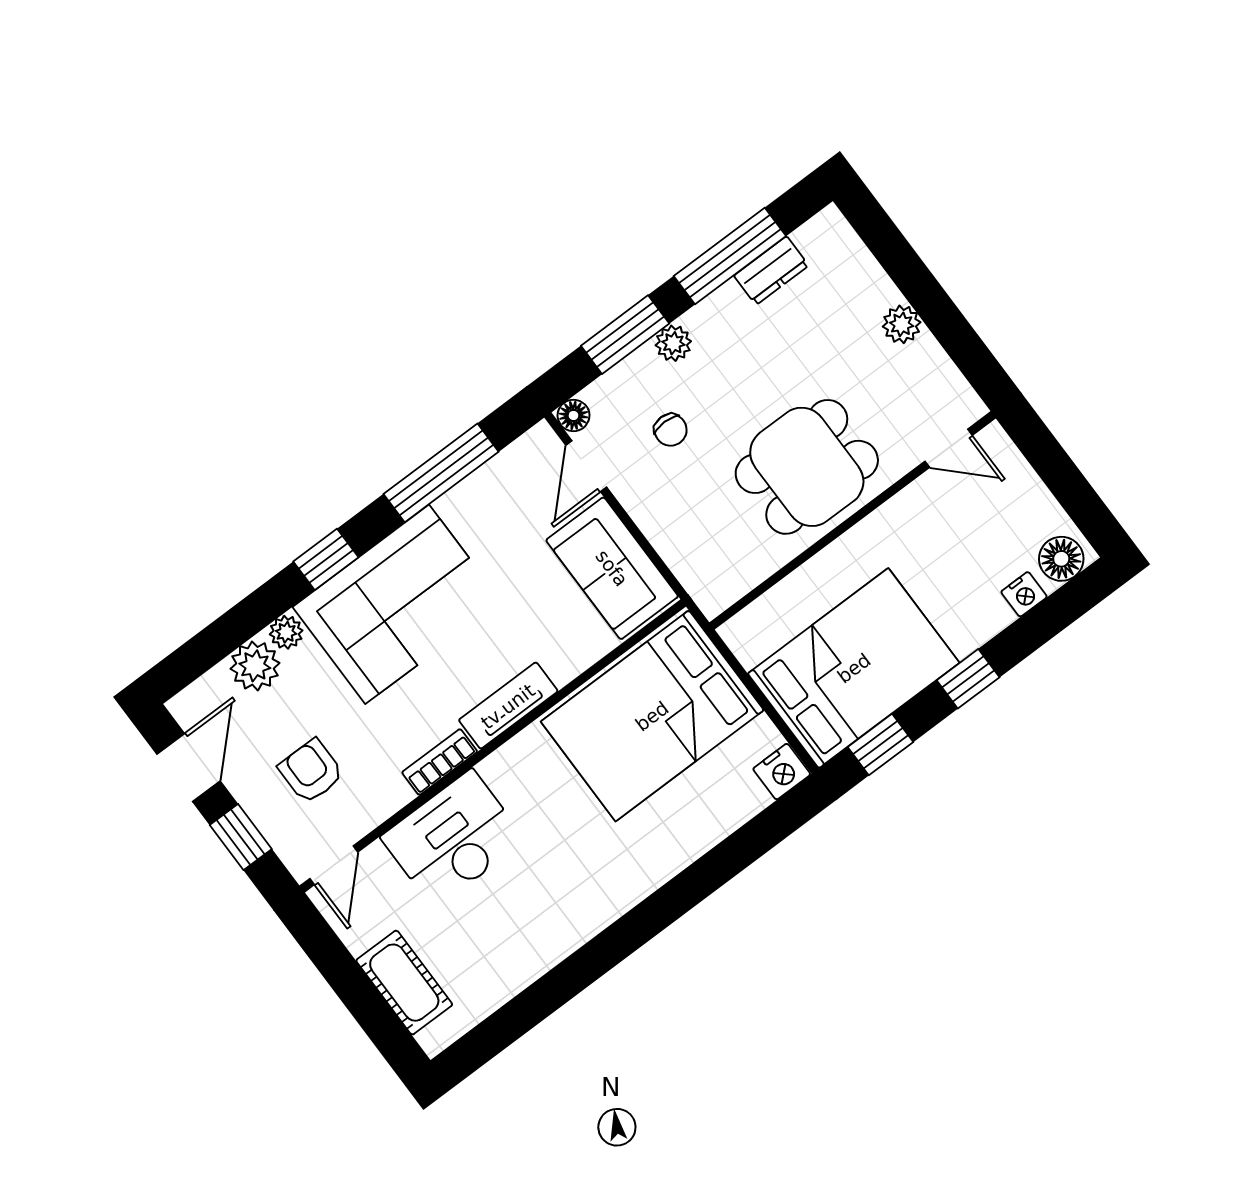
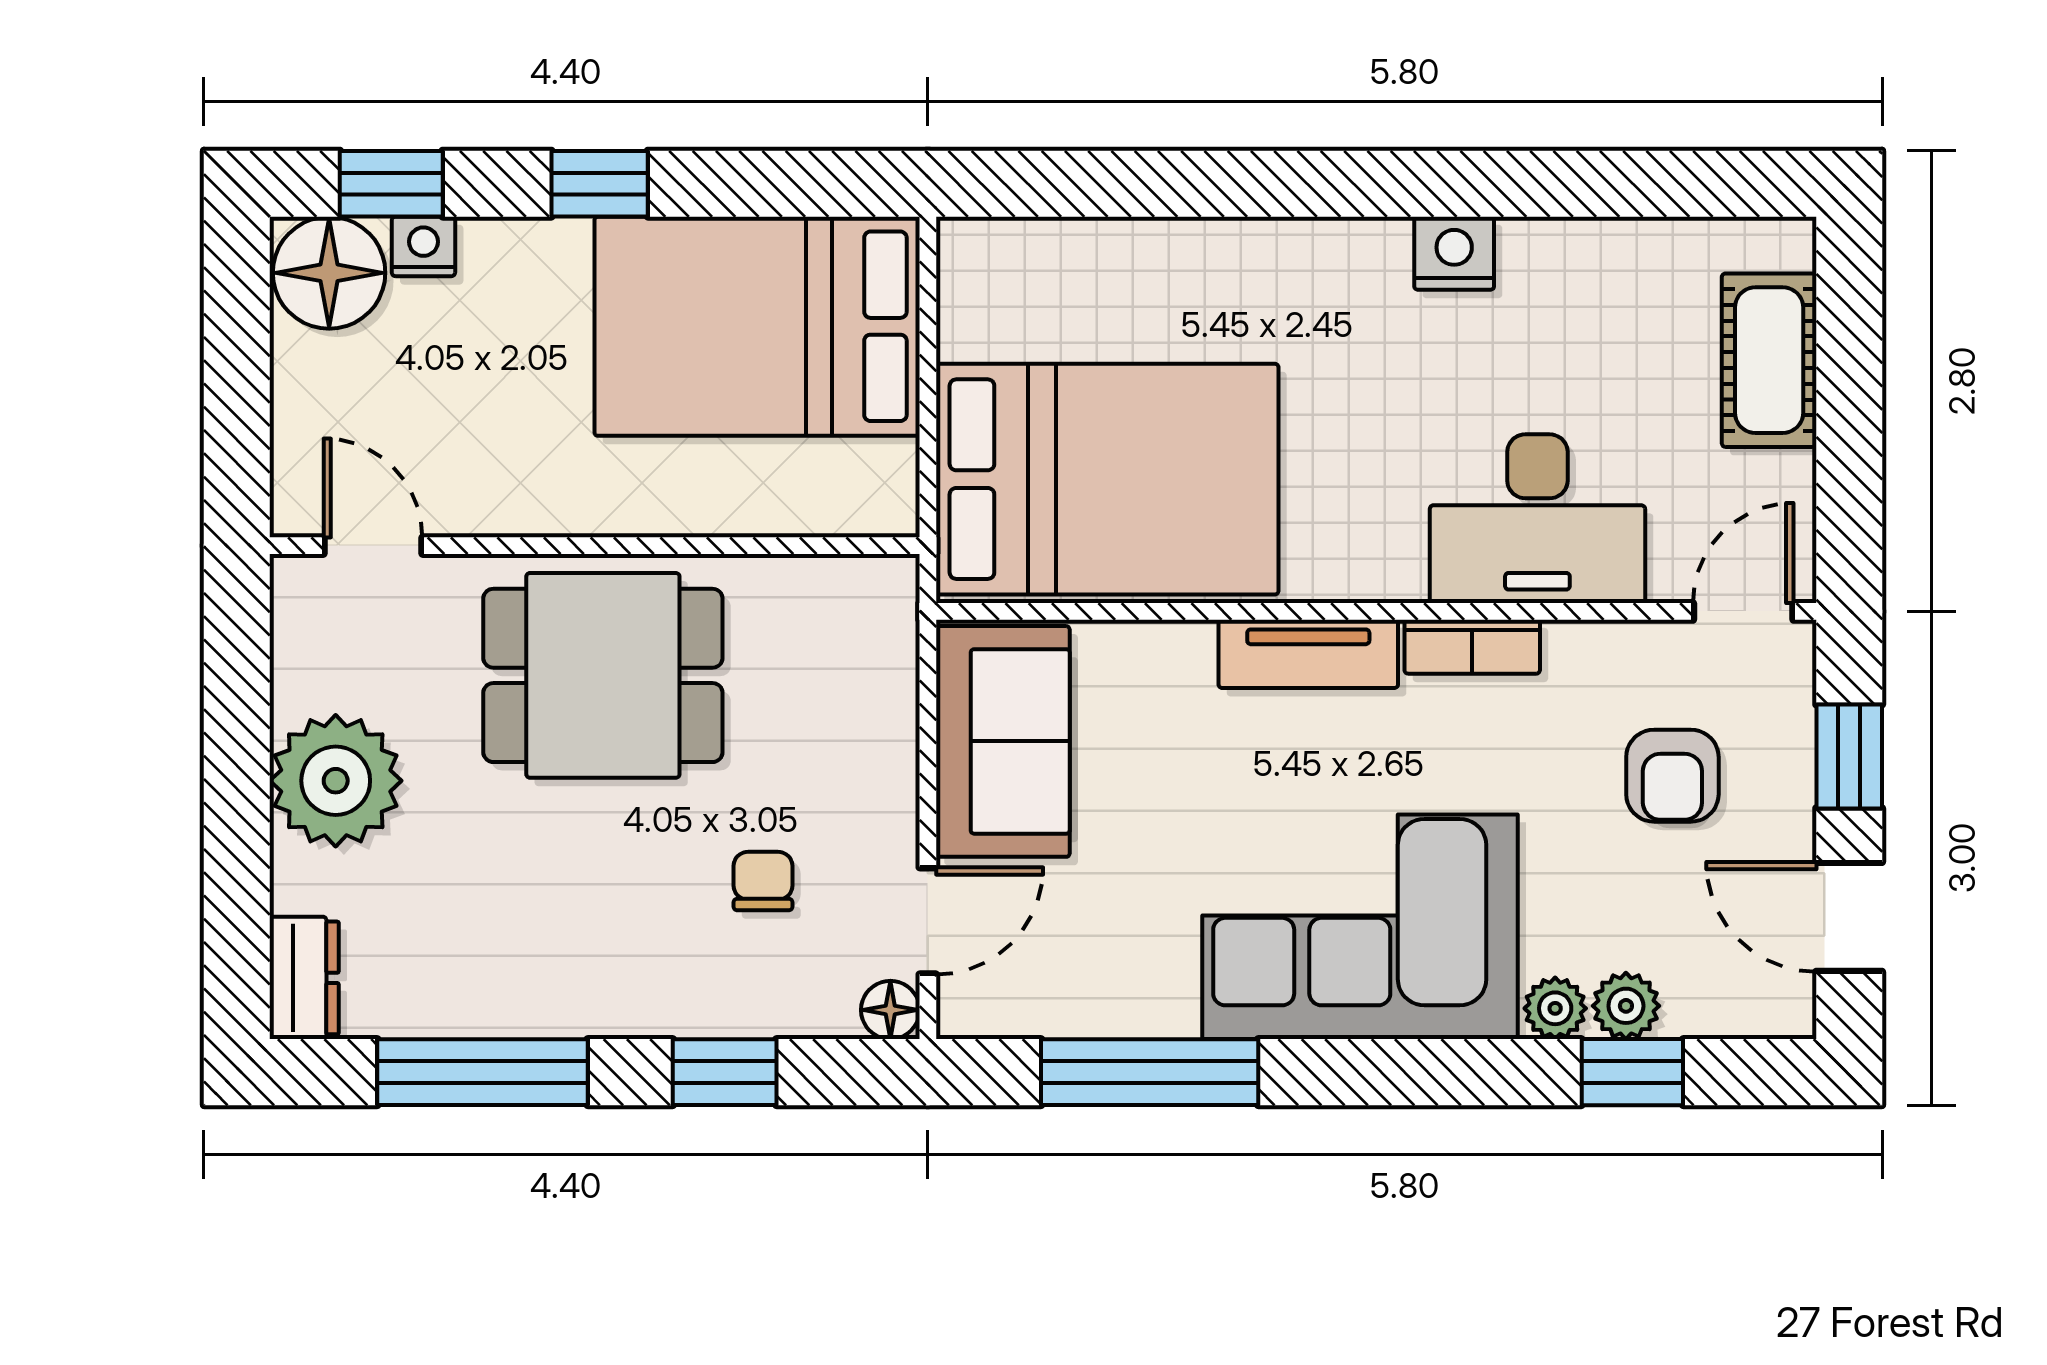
dresser: (771, 271) -> (304, 978), moved, turned 90
plant: (902, 324) -> (336, 781), width x1.88, depth x1.88
window: (625, 335) -> (725, 1072), width x0.67
plant: (673, 343) -> (663, 1006), removed
window: (326, 559) -> (1632, 1072), moved
floor lamp: (1061, 559) -> (329, 273), width x1.38, depth x1.38
plant: (255, 666) -> (1626, 1006), width x0.73, depth x0.73
window: (880, 745) -> (391, 184), moved
door: (189, 768) -> (1849, 917), hinge flipped
nightstand: (782, 772) -> (1454, 253), moved

